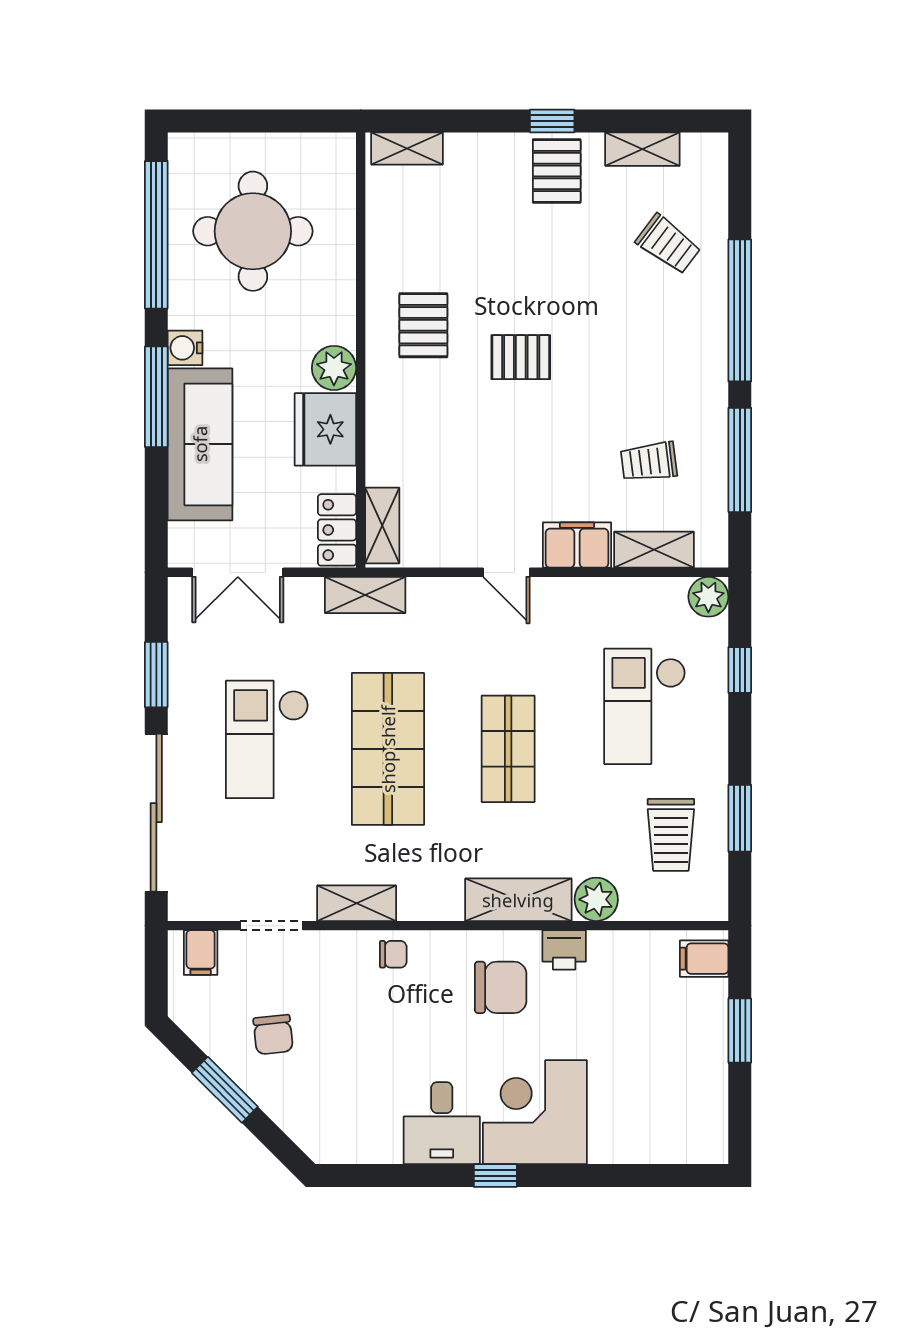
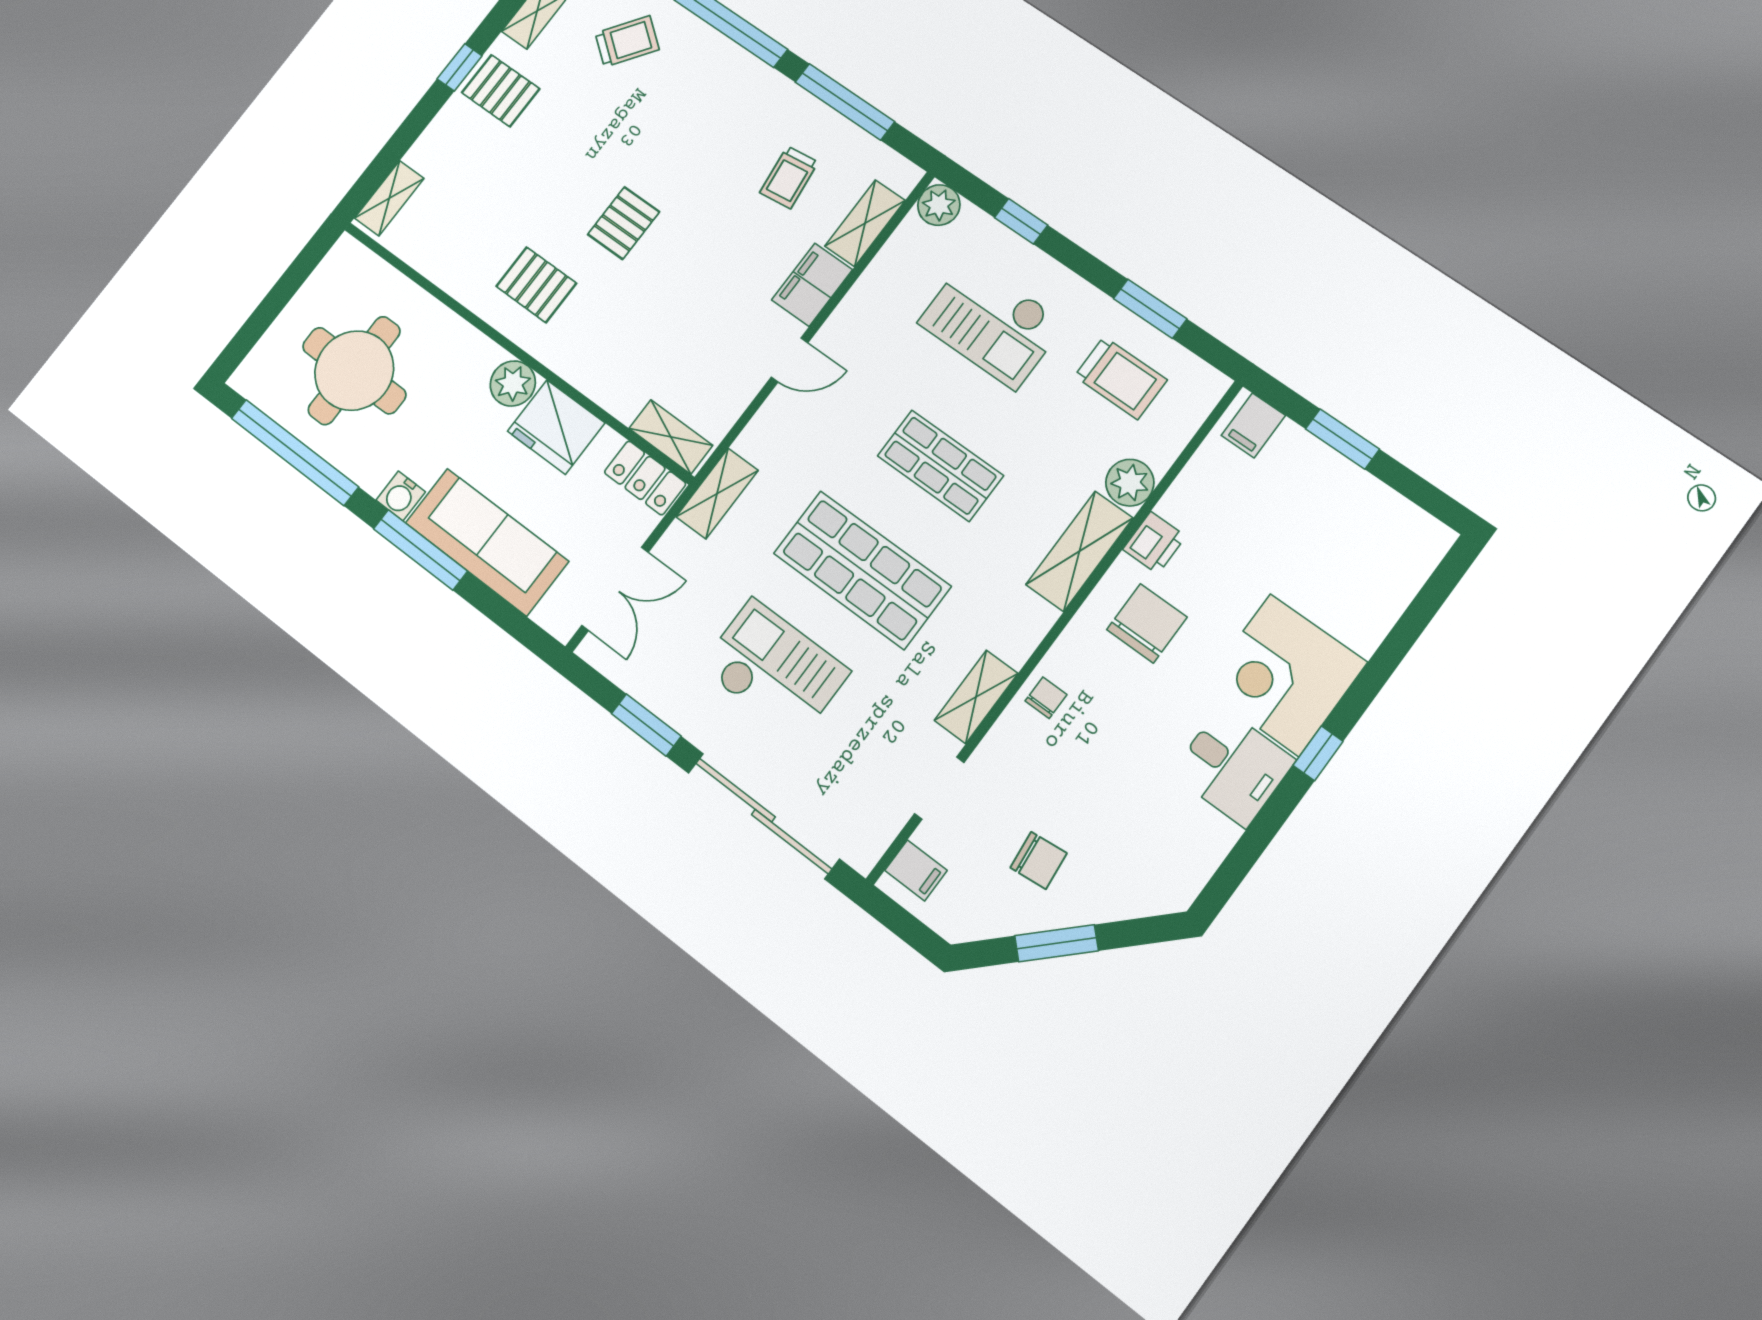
checkout: (267, 739) -> (774, 669), turned 180

